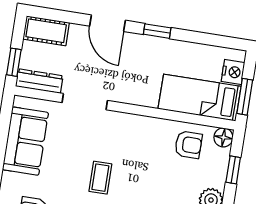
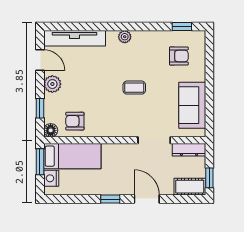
window: (14, 62) -> (209, 178), moved
coffee table: (100, 178) -> (134, 88), turned 90

